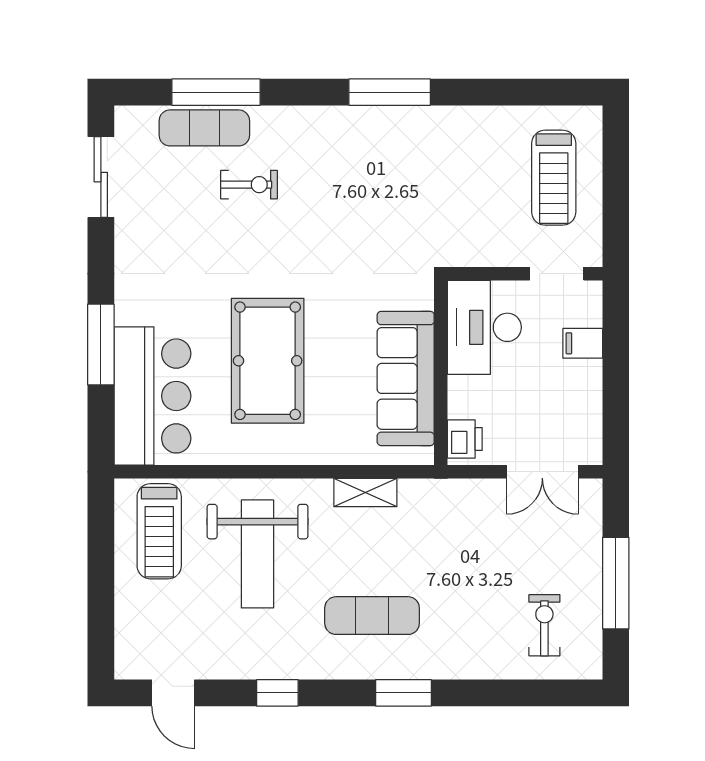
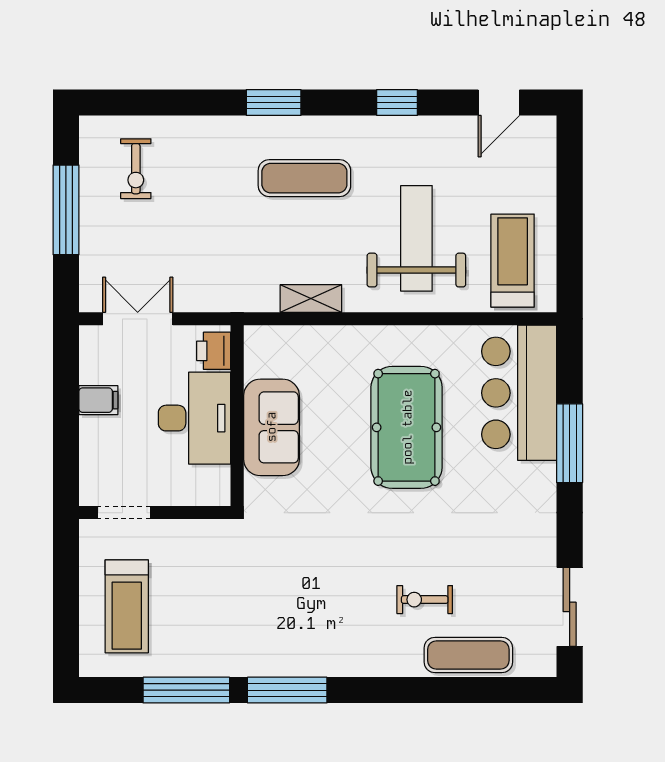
window: (216, 92) -> (186, 690), moved
treadmill: (554, 178) -> (127, 606), turned 180
desk: (484, 327) -> (194, 418), moved
filing cabinet: (583, 343) -> (98, 400), moved
sofa: (406, 378) -> (271, 427), width x0.73
door: (173, 693) -> (499, 102), swing flipped

